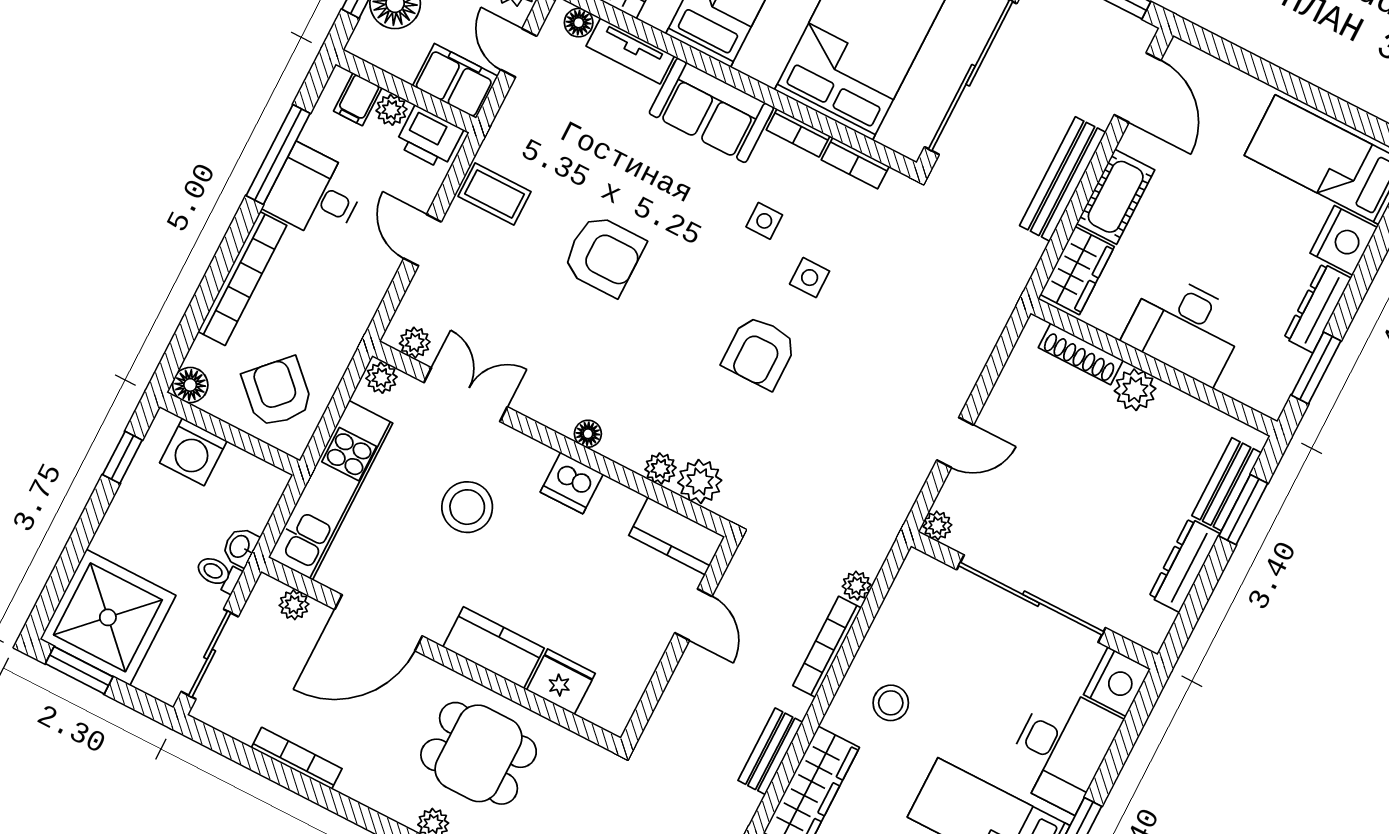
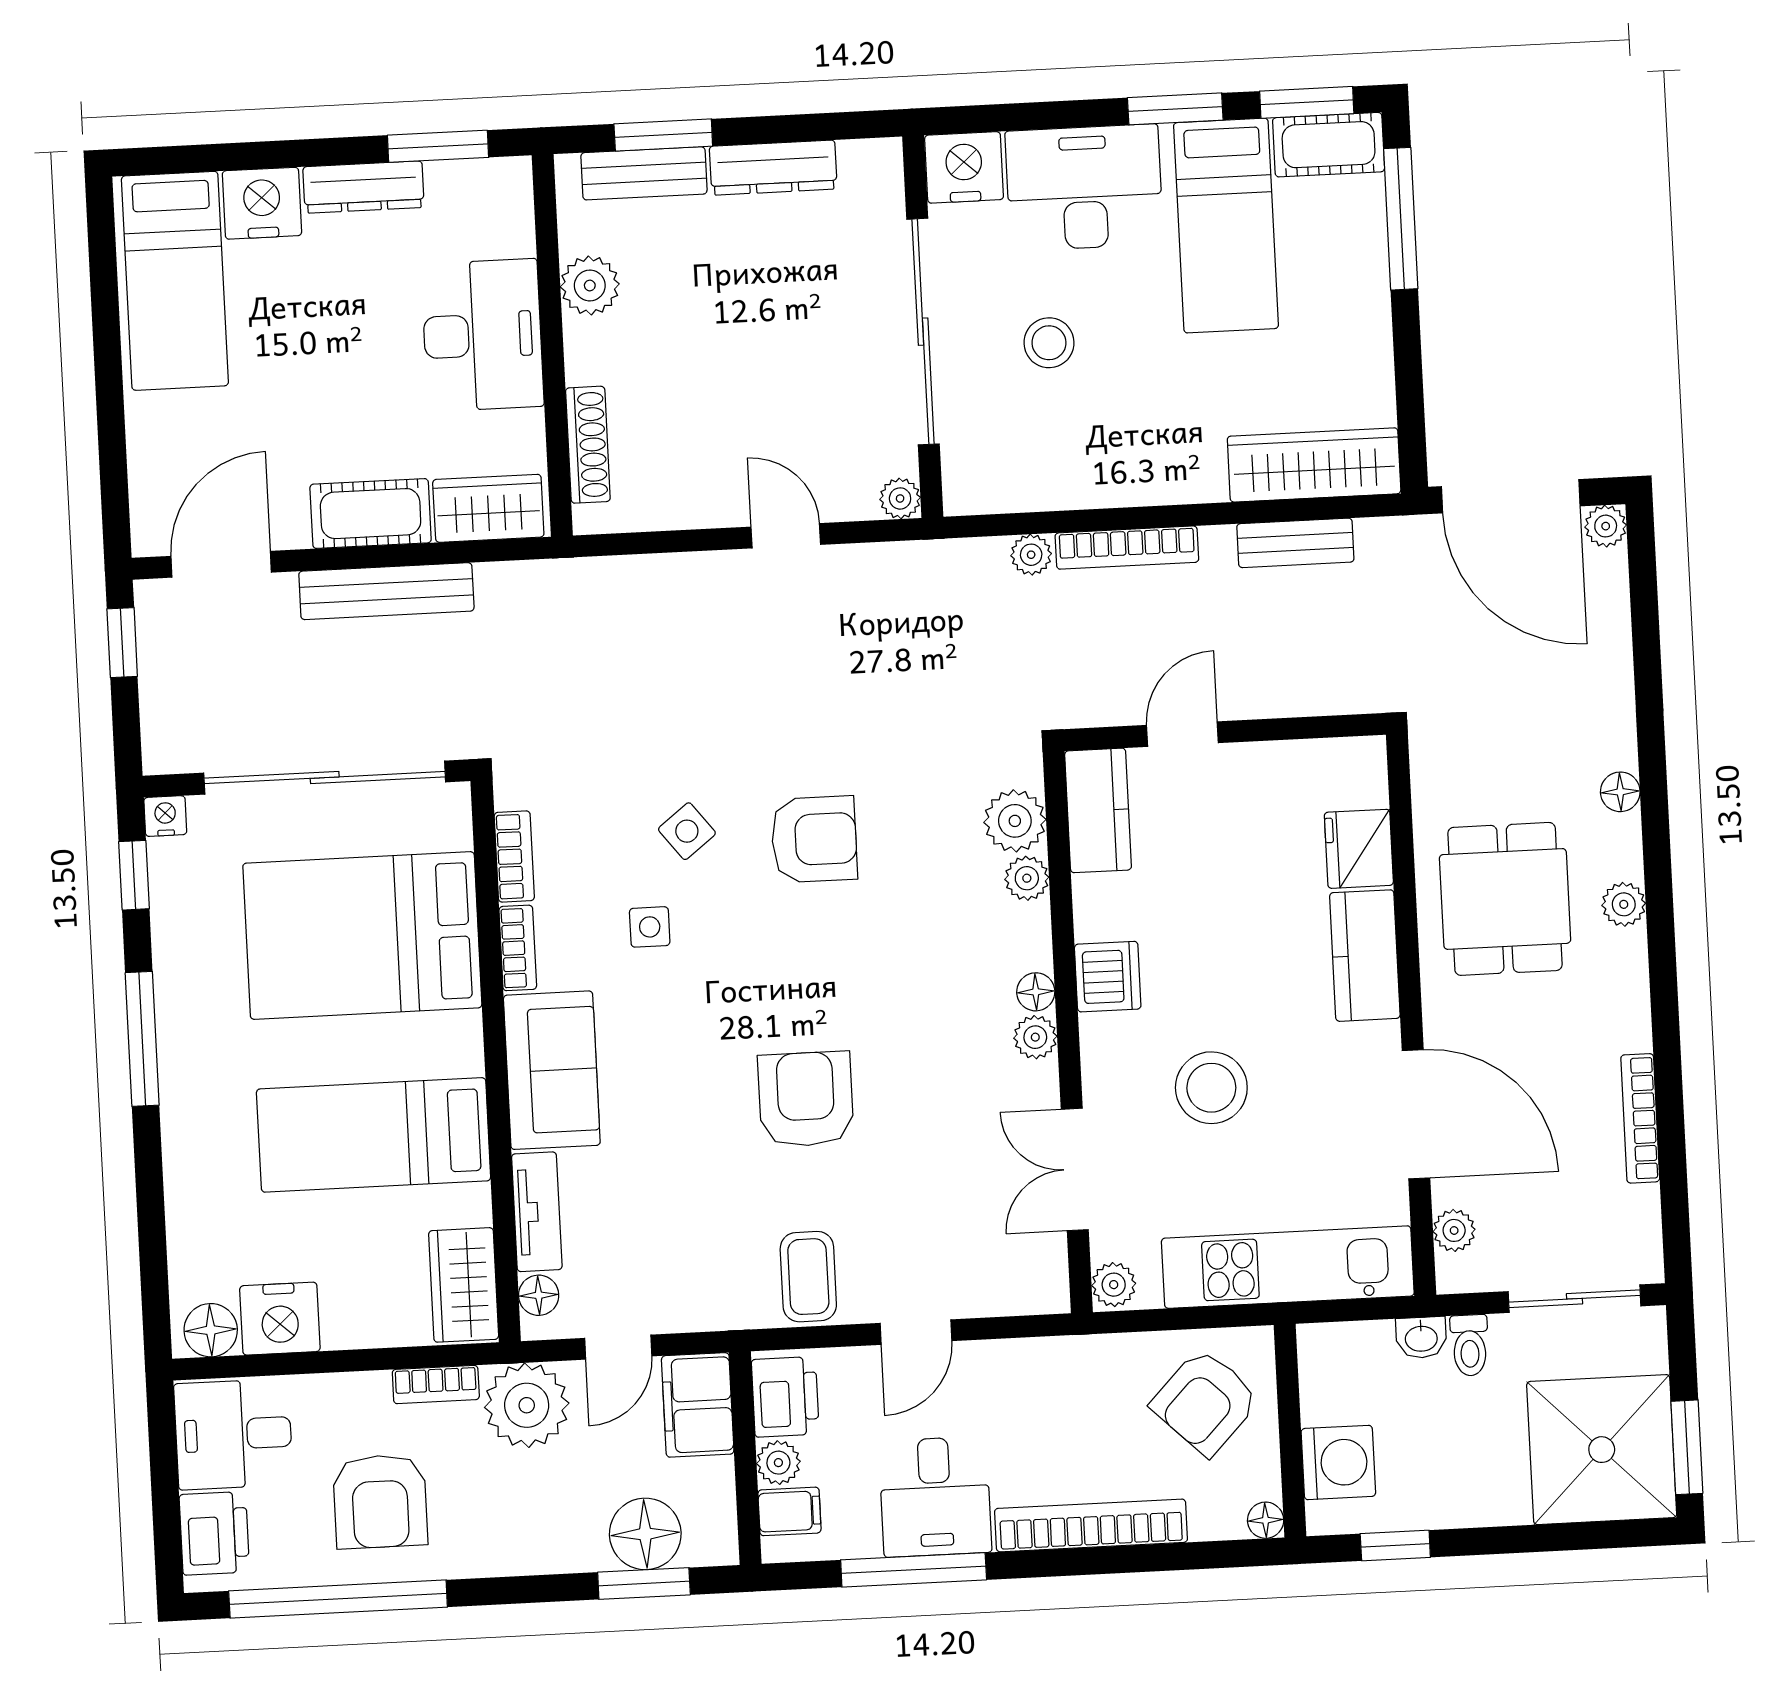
side table: (810, 278) -> (687, 831), turned -38
plant: (415, 343) -> (1035, 1037), moved
floor lamp: (190, 385) -> (1266, 1520), width x0.73, depth x0.73
plant: (1135, 390) -> (590, 285), moved
stool: (891, 703) -> (1049, 343), moved

